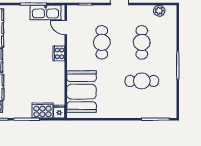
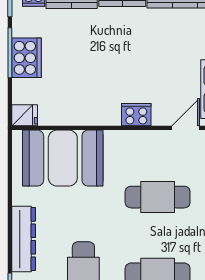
cooker: (42, 111) -> (27, 58), moved
dresser: (124, 112) -> (24, 239), added

